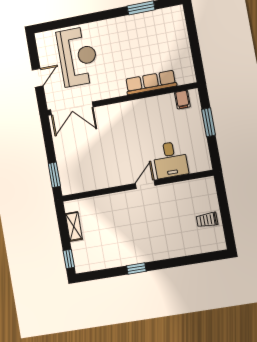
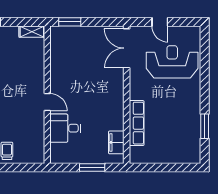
reception desk: (78, 57) -> (172, 62), turned 180
filing cabinet: (182, 100) -> (116, 142), width x2.00
shelving: (74, 226) -> (32, 32), moved

